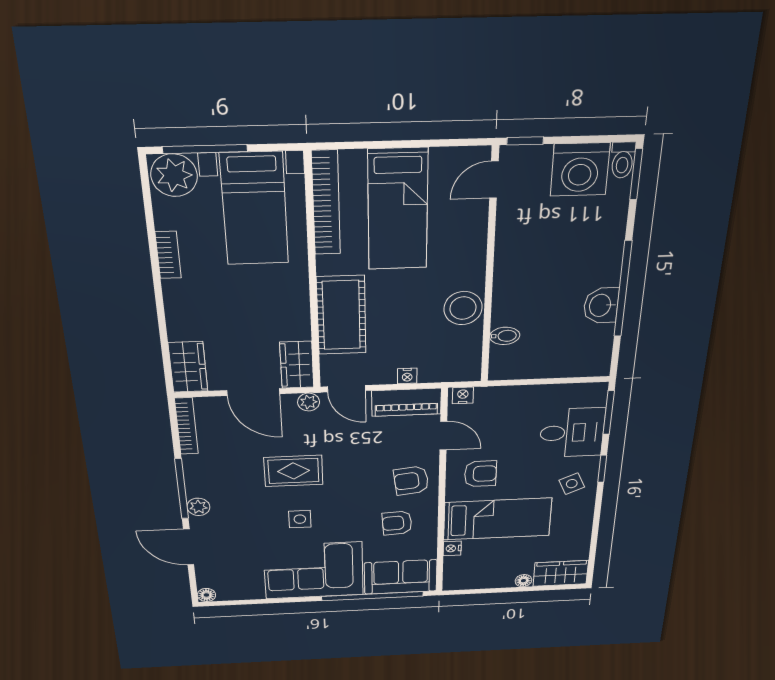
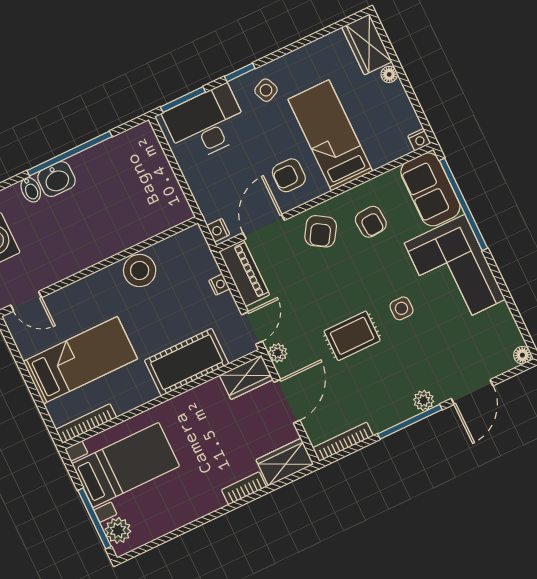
plant: (174, 175) -> (118, 530), width x0.73, depth x0.73
bookcase: (326, 203) -> (86, 424), width x0.68, depth x0.76
bookcase: (168, 255) -> (244, 488), moved
washbasin: (601, 305) -> (56, 179), moved
bidet: (505, 336) -> (31, 190), moved, turned 180
desk: (572, 433) -> (206, 124), width x1.37
door: (443, 436) -> (264, 227), width x1.38
rug: (293, 471) -> (352, 336), turned 90
armchair: (480, 474) -> (289, 175), turned -90
armchair: (411, 481) -> (321, 231), turned 39
nightstand: (452, 548) -> (419, 140), moved

